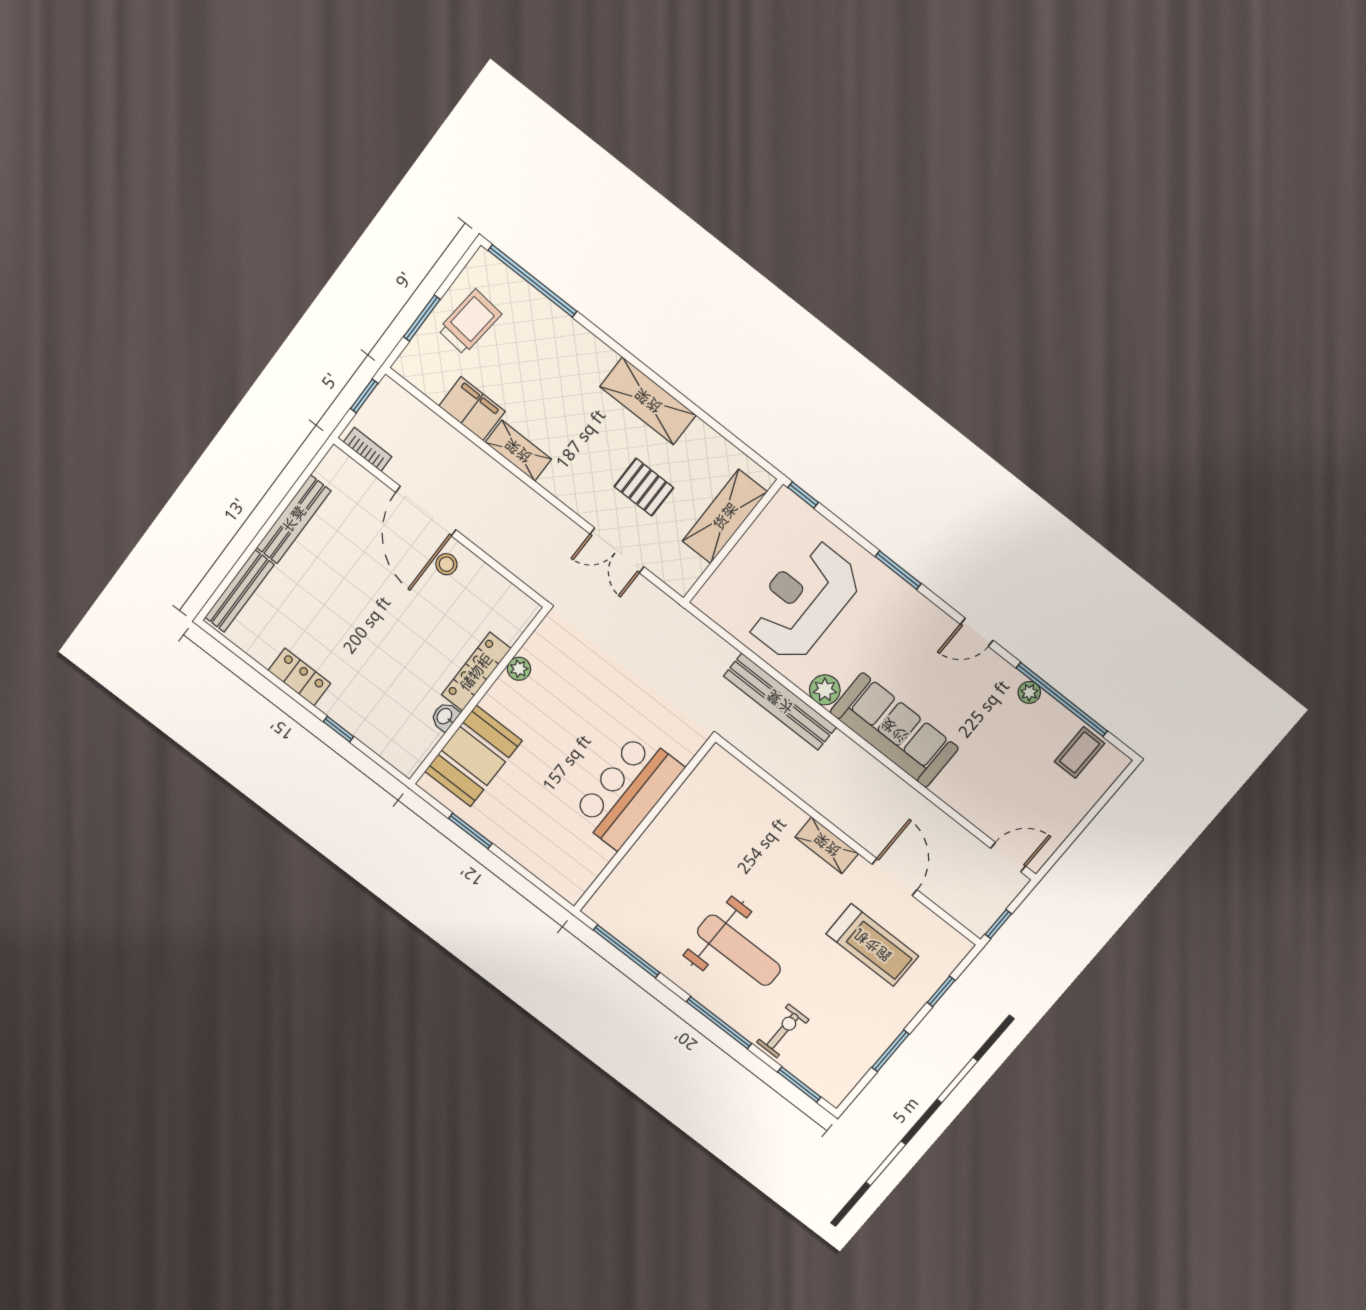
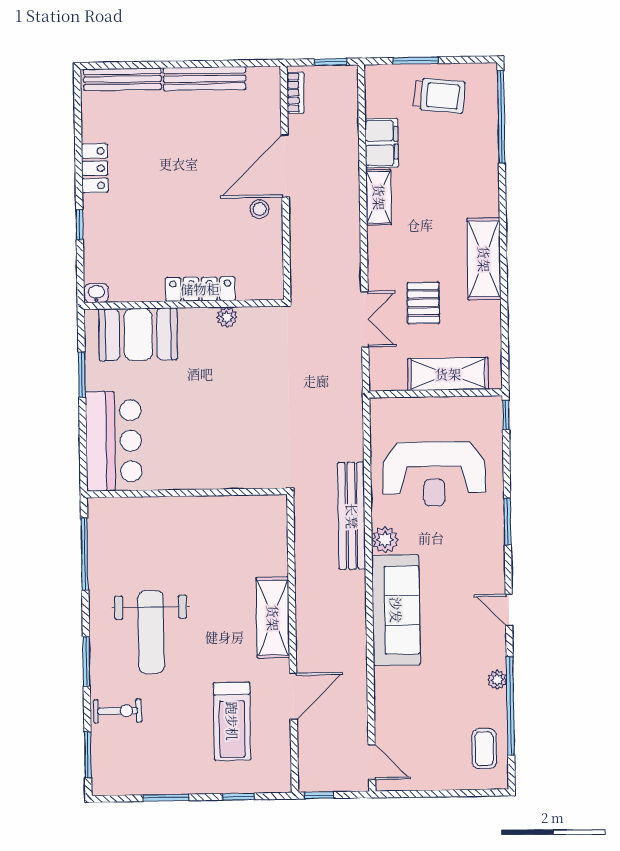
double door: (617, 550) -> (365, 319), swing flipped
reception desk: (803, 601) -> (434, 474), turned 180
washbasin: (445, 717) -> (96, 293), moved
coffee table: (1079, 752) -> (484, 749), turned 90
bar counter: (627, 791) -> (114, 441), moved, turned 90
shelving: (827, 845) -> (273, 618), width x1.50, depth x1.33
window: (719, 1023) -> (86, 661), width x0.69

